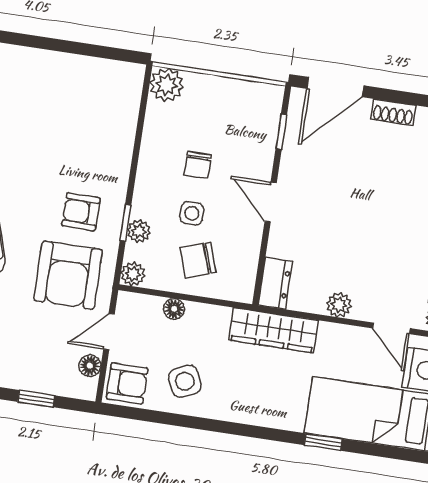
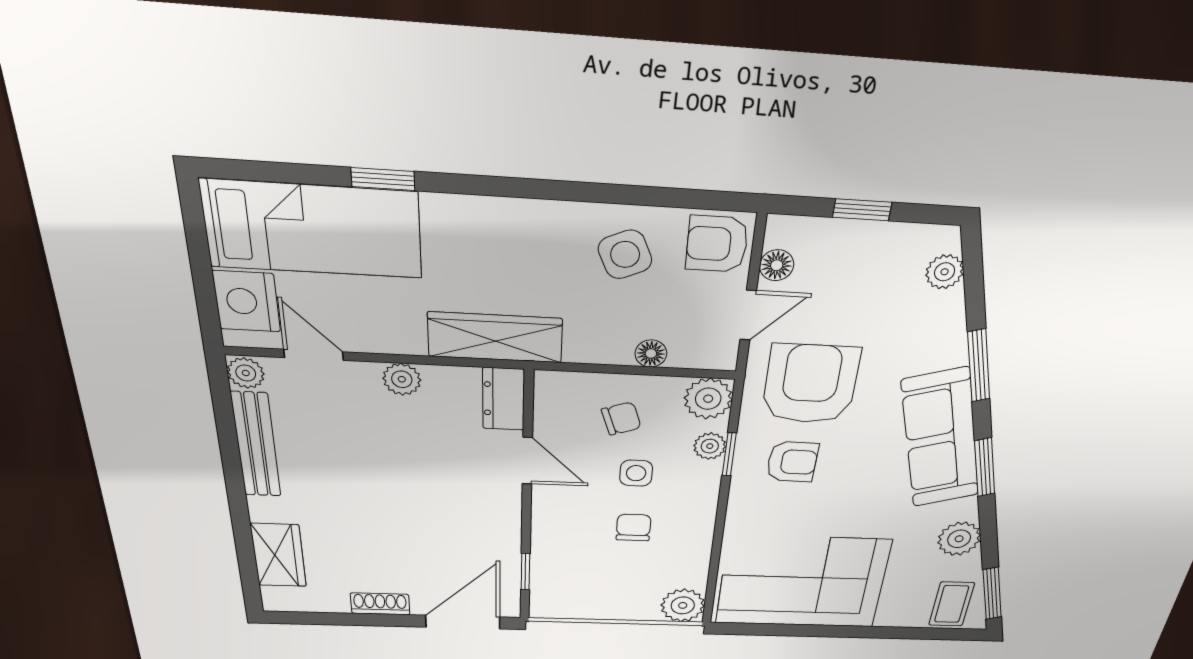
corner sofa: (74, 98) -> (802, 582), added
door: (271, 202) -> (527, 461), moved
chair: (198, 260) -> (621, 419), width x0.73, depth x0.73
plant: (133, 274) -> (708, 399), width x1.38, depth x1.38

